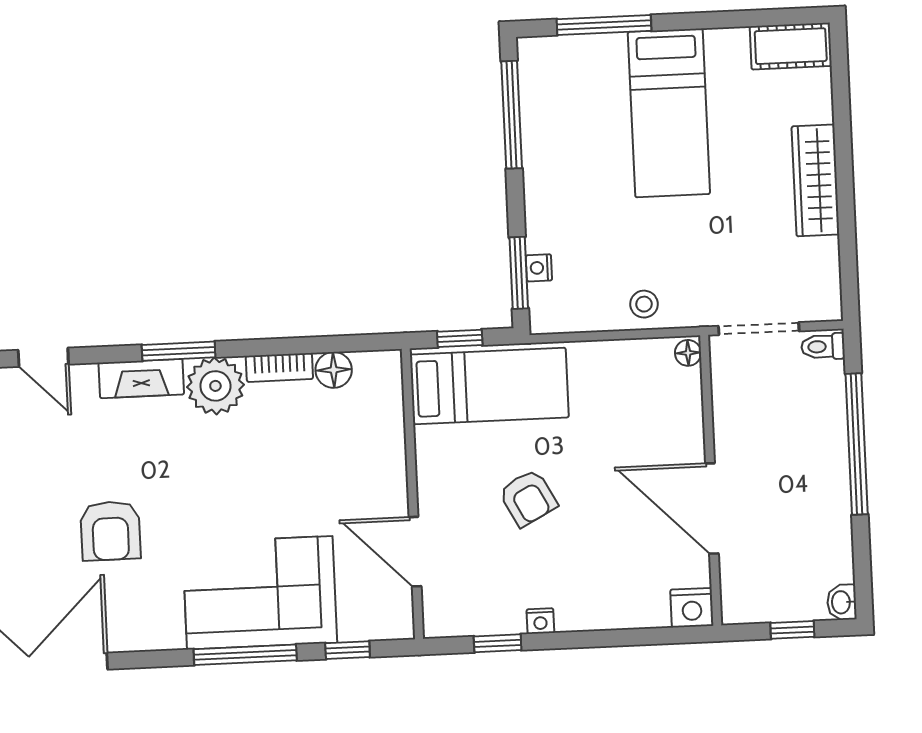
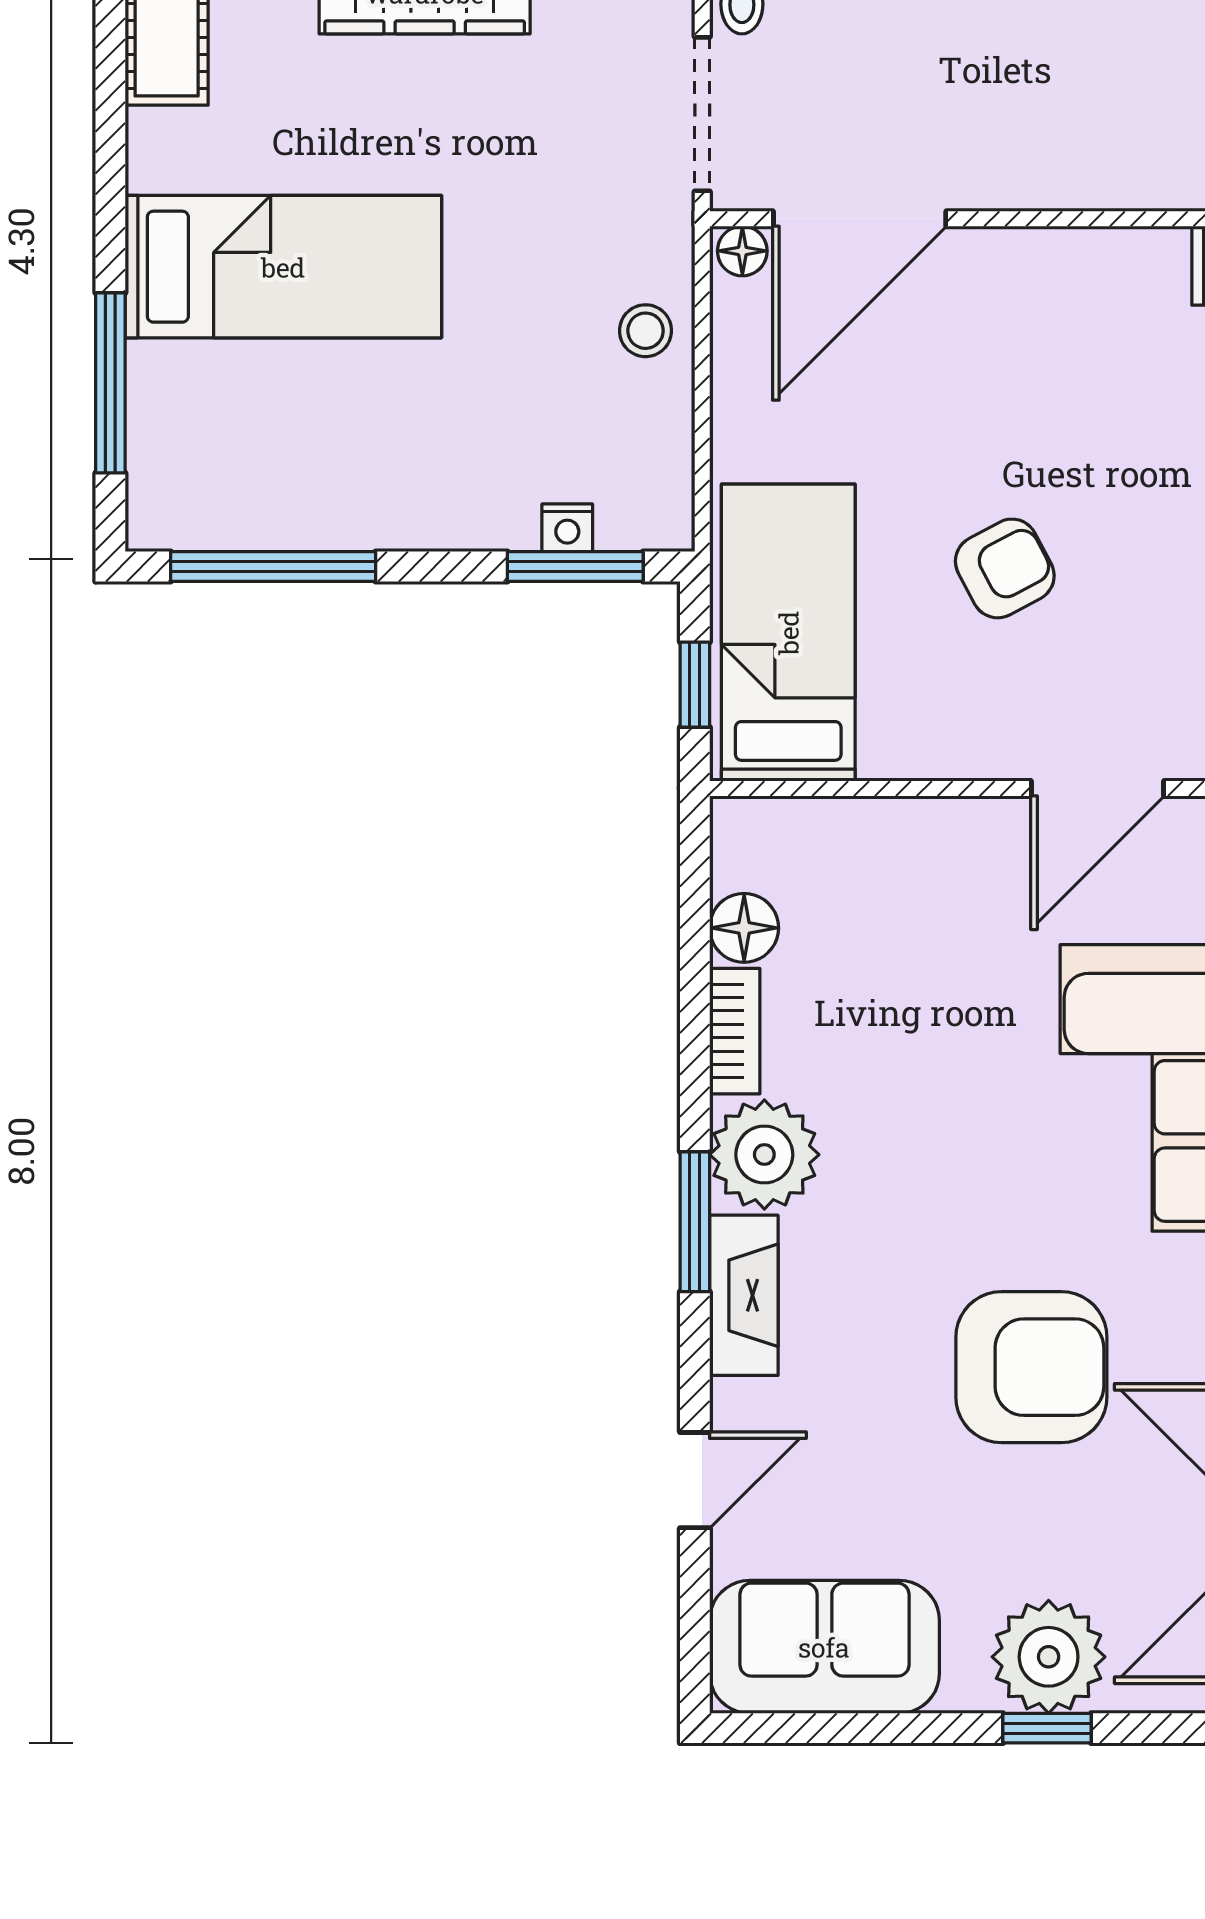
door: (712, 509) -> (860, 219), moved
armchair: (110, 531) -> (1031, 1367), width x1.36, depth x1.36

